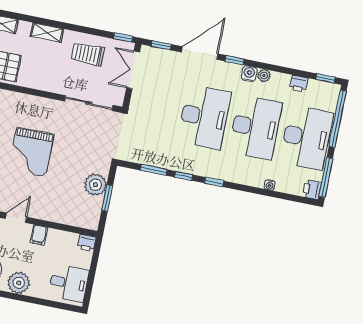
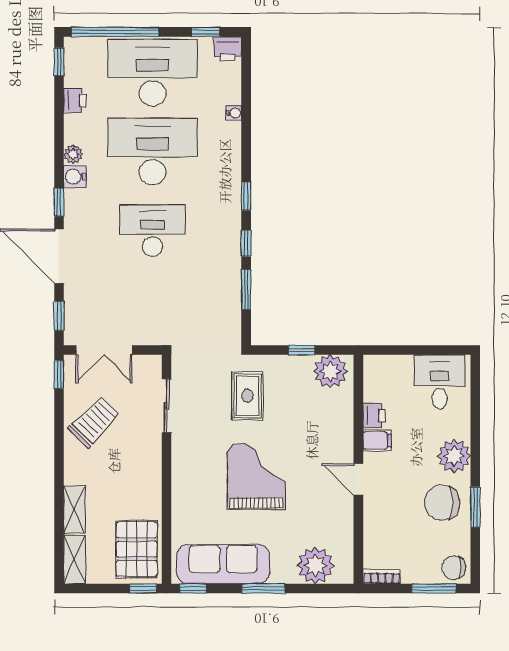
shelving: (47, 33) -> (74, 510), moved
trolley: (88, 54) -> (94, 422), turned -136
sliding door: (89, 103) -> (167, 406), width x0.73
desk: (204, 117) -> (153, 230), width x0.73, depth x0.77
grand piano: (31, 152) -> (256, 477), turned -90
rug: (85, 157) -> (248, 396), added
window: (326, 177) -> (206, 32), width x0.46
plant: (95, 185) -> (330, 371), moved
window: (107, 198) -> (302, 350), width x0.67
printer: (87, 243) -> (374, 416), moved

